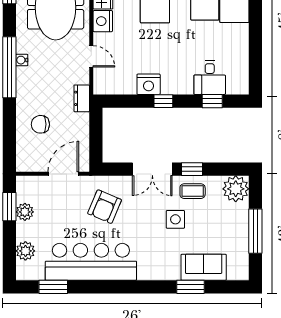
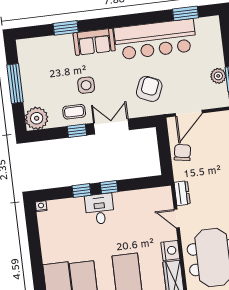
desk: (210, 78) -> (100, 209), moved
nightstand: (149, 84) -> (41, 206), moved, width x0.53, depth x0.56
dresser: (82, 98) -> (182, 193), moved
window: (212, 101) -> (82, 190), moved
chair: (40, 124) -> (182, 153), moved, turned -80
plant: (25, 251) -> (214, 42), removed
sofa: (204, 267) -> (94, 42), moved

